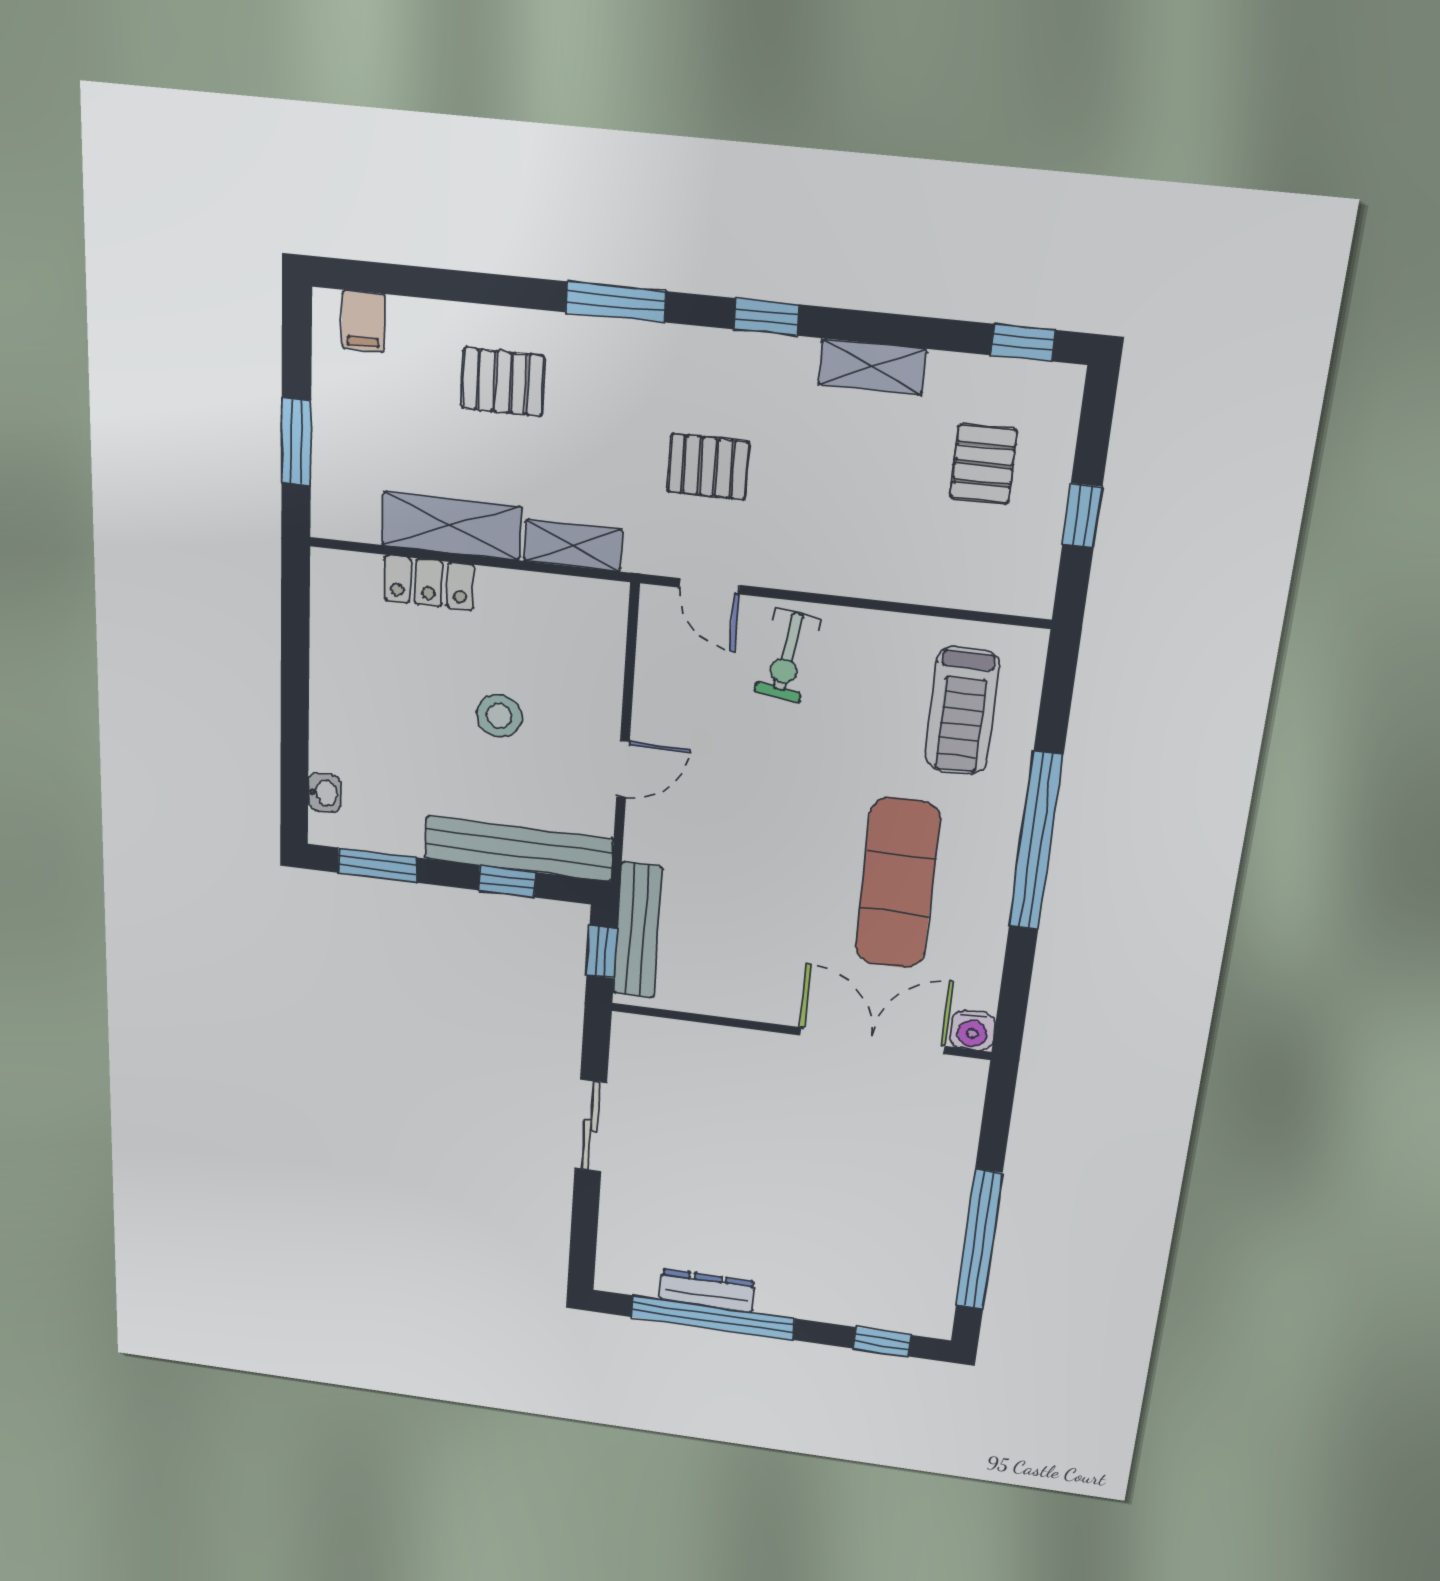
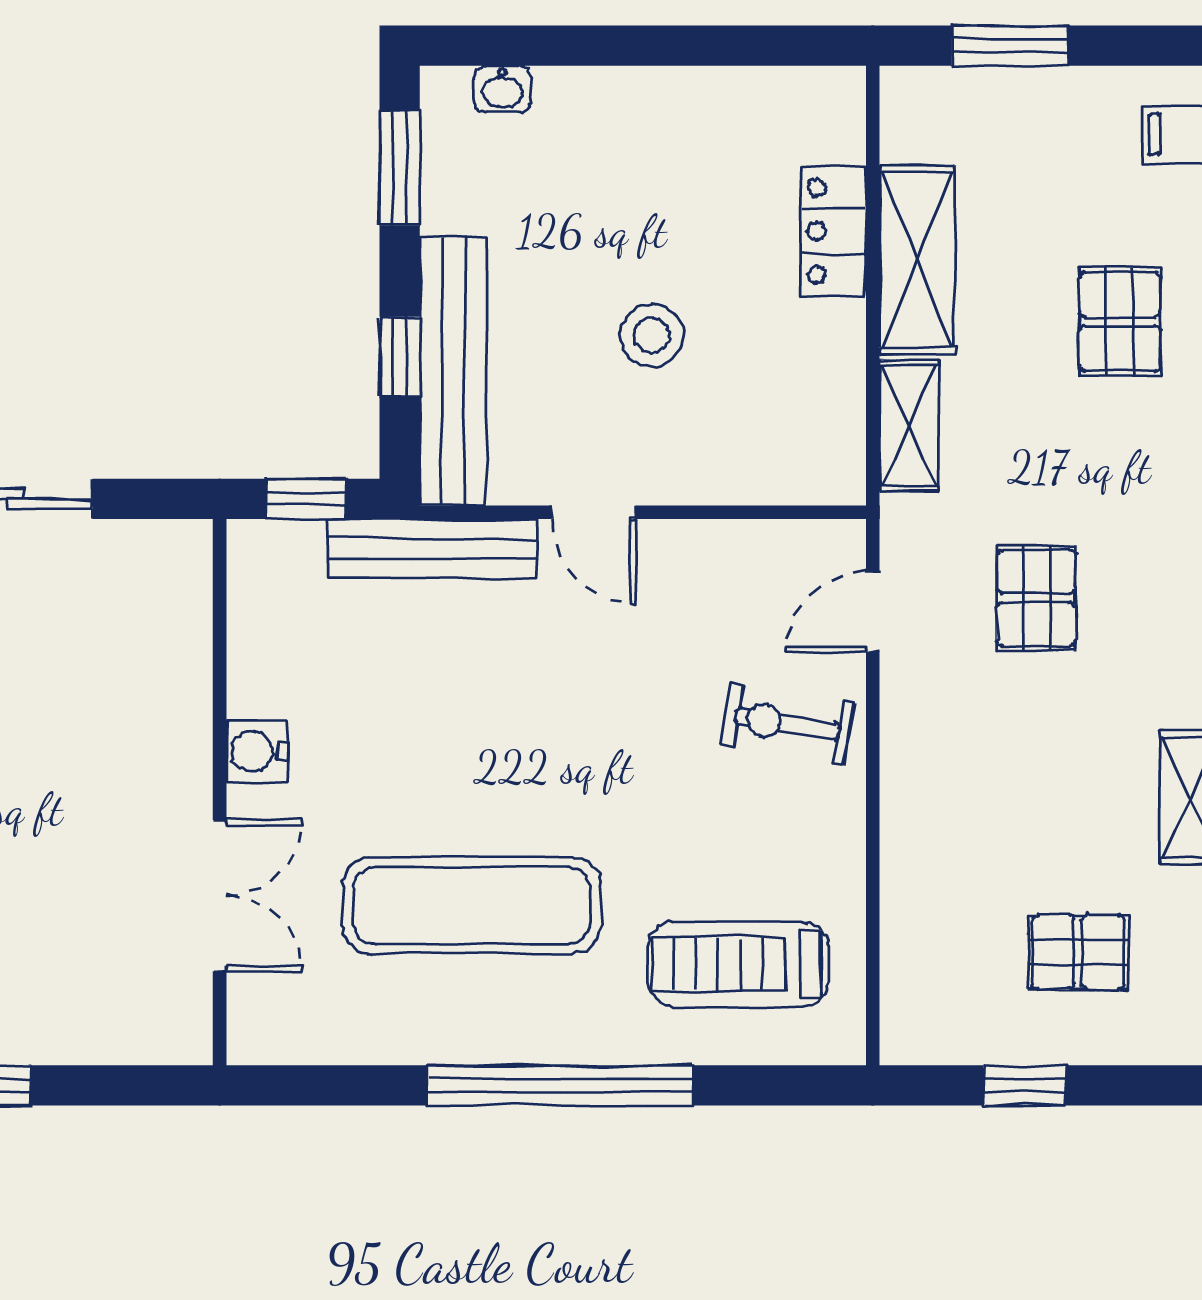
bench: (638, 930) -> (432, 548), moved
water cooler: (973, 1031) -> (257, 751), moved
double door: (872, 1041) -> (220, 896), width x0.73

